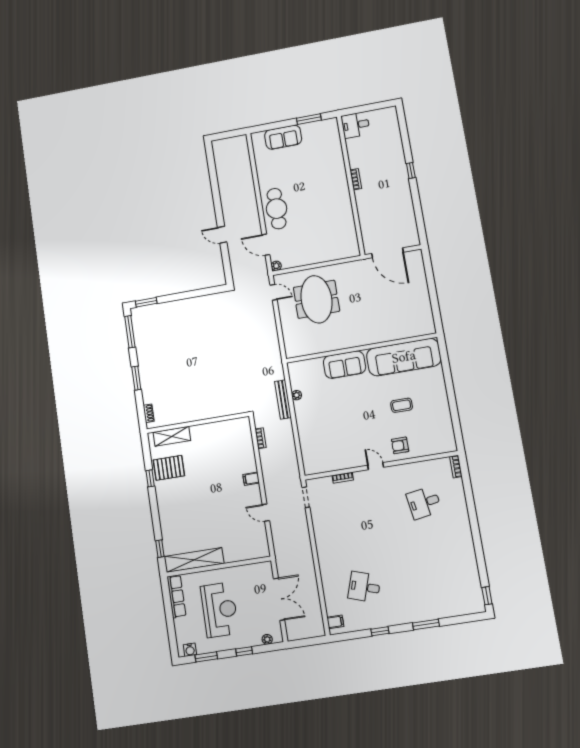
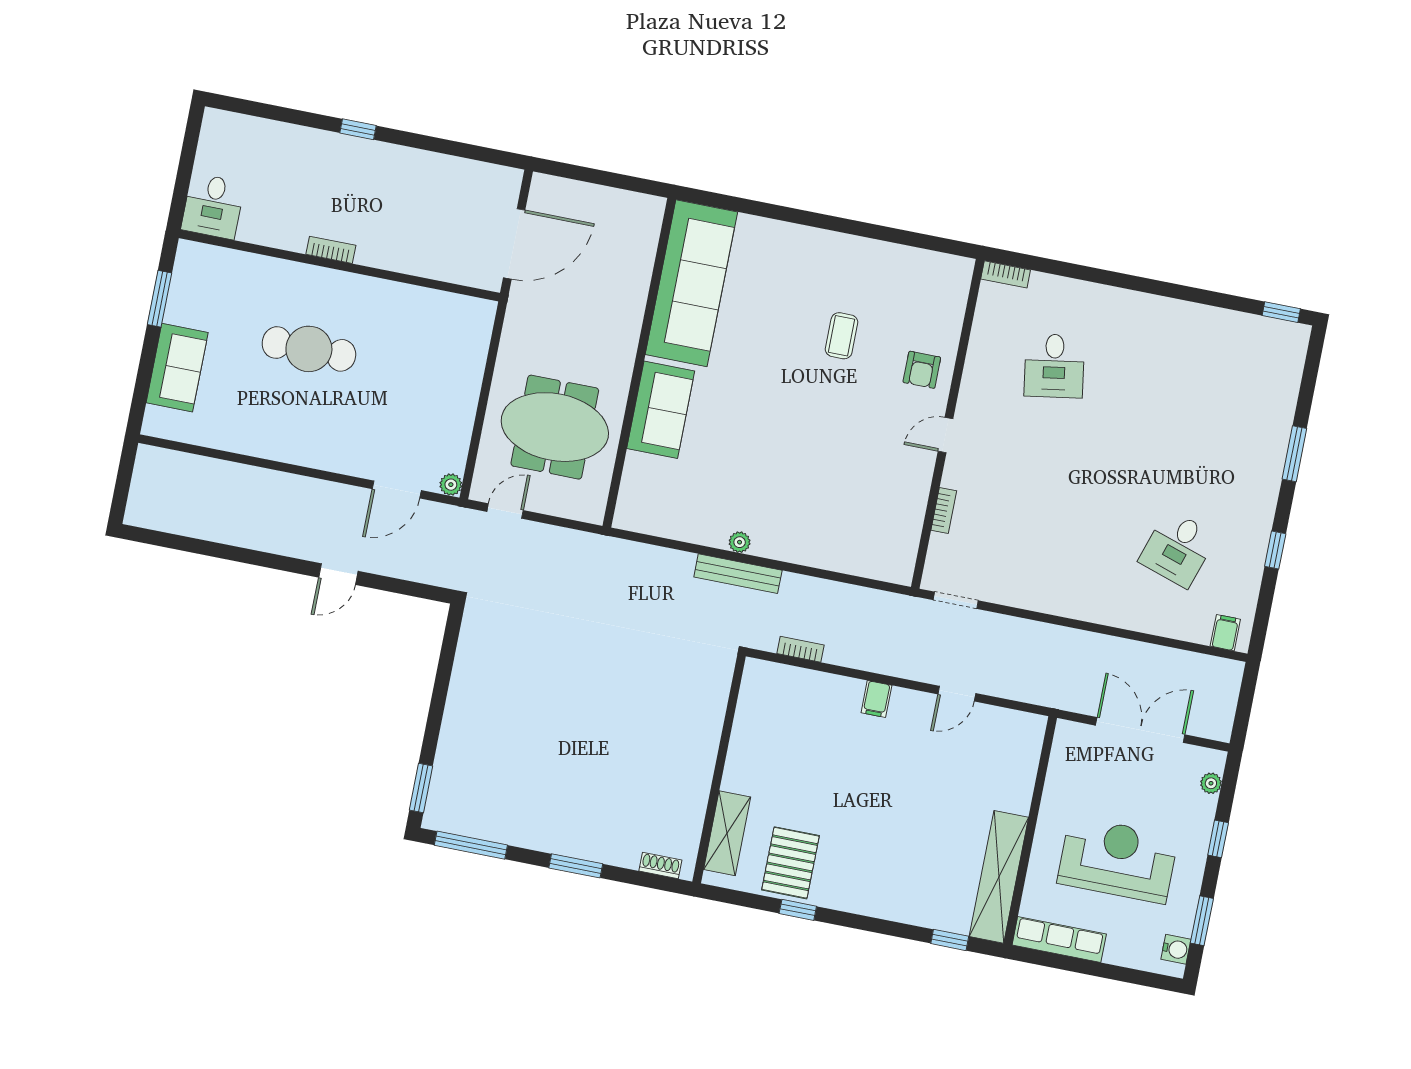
cafe table: (277, 209) -> (309, 349), moved
wall: (361, 348) -> (639, 363), moved
sofa: (404, 357) -> (691, 283), moved
sofa: (344, 365) -> (661, 410), moved

